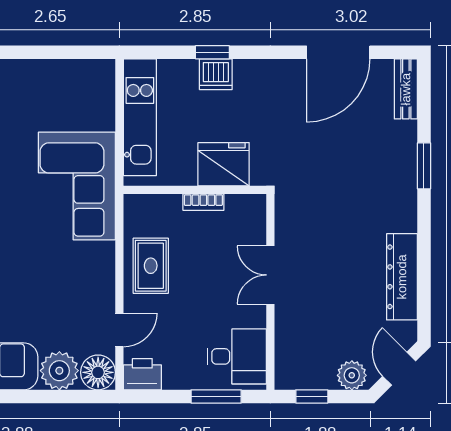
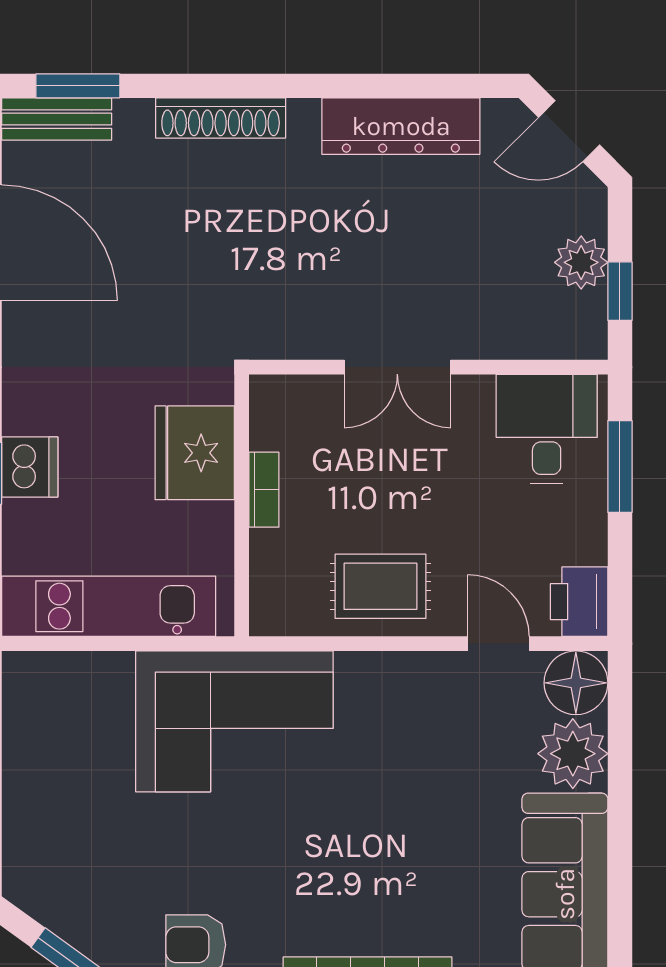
window: (424, 166) -> (78, 86), moved
shoe rack: (406, 178) -> (221, 118), added
plant: (352, 375) -> (581, 262), moved

